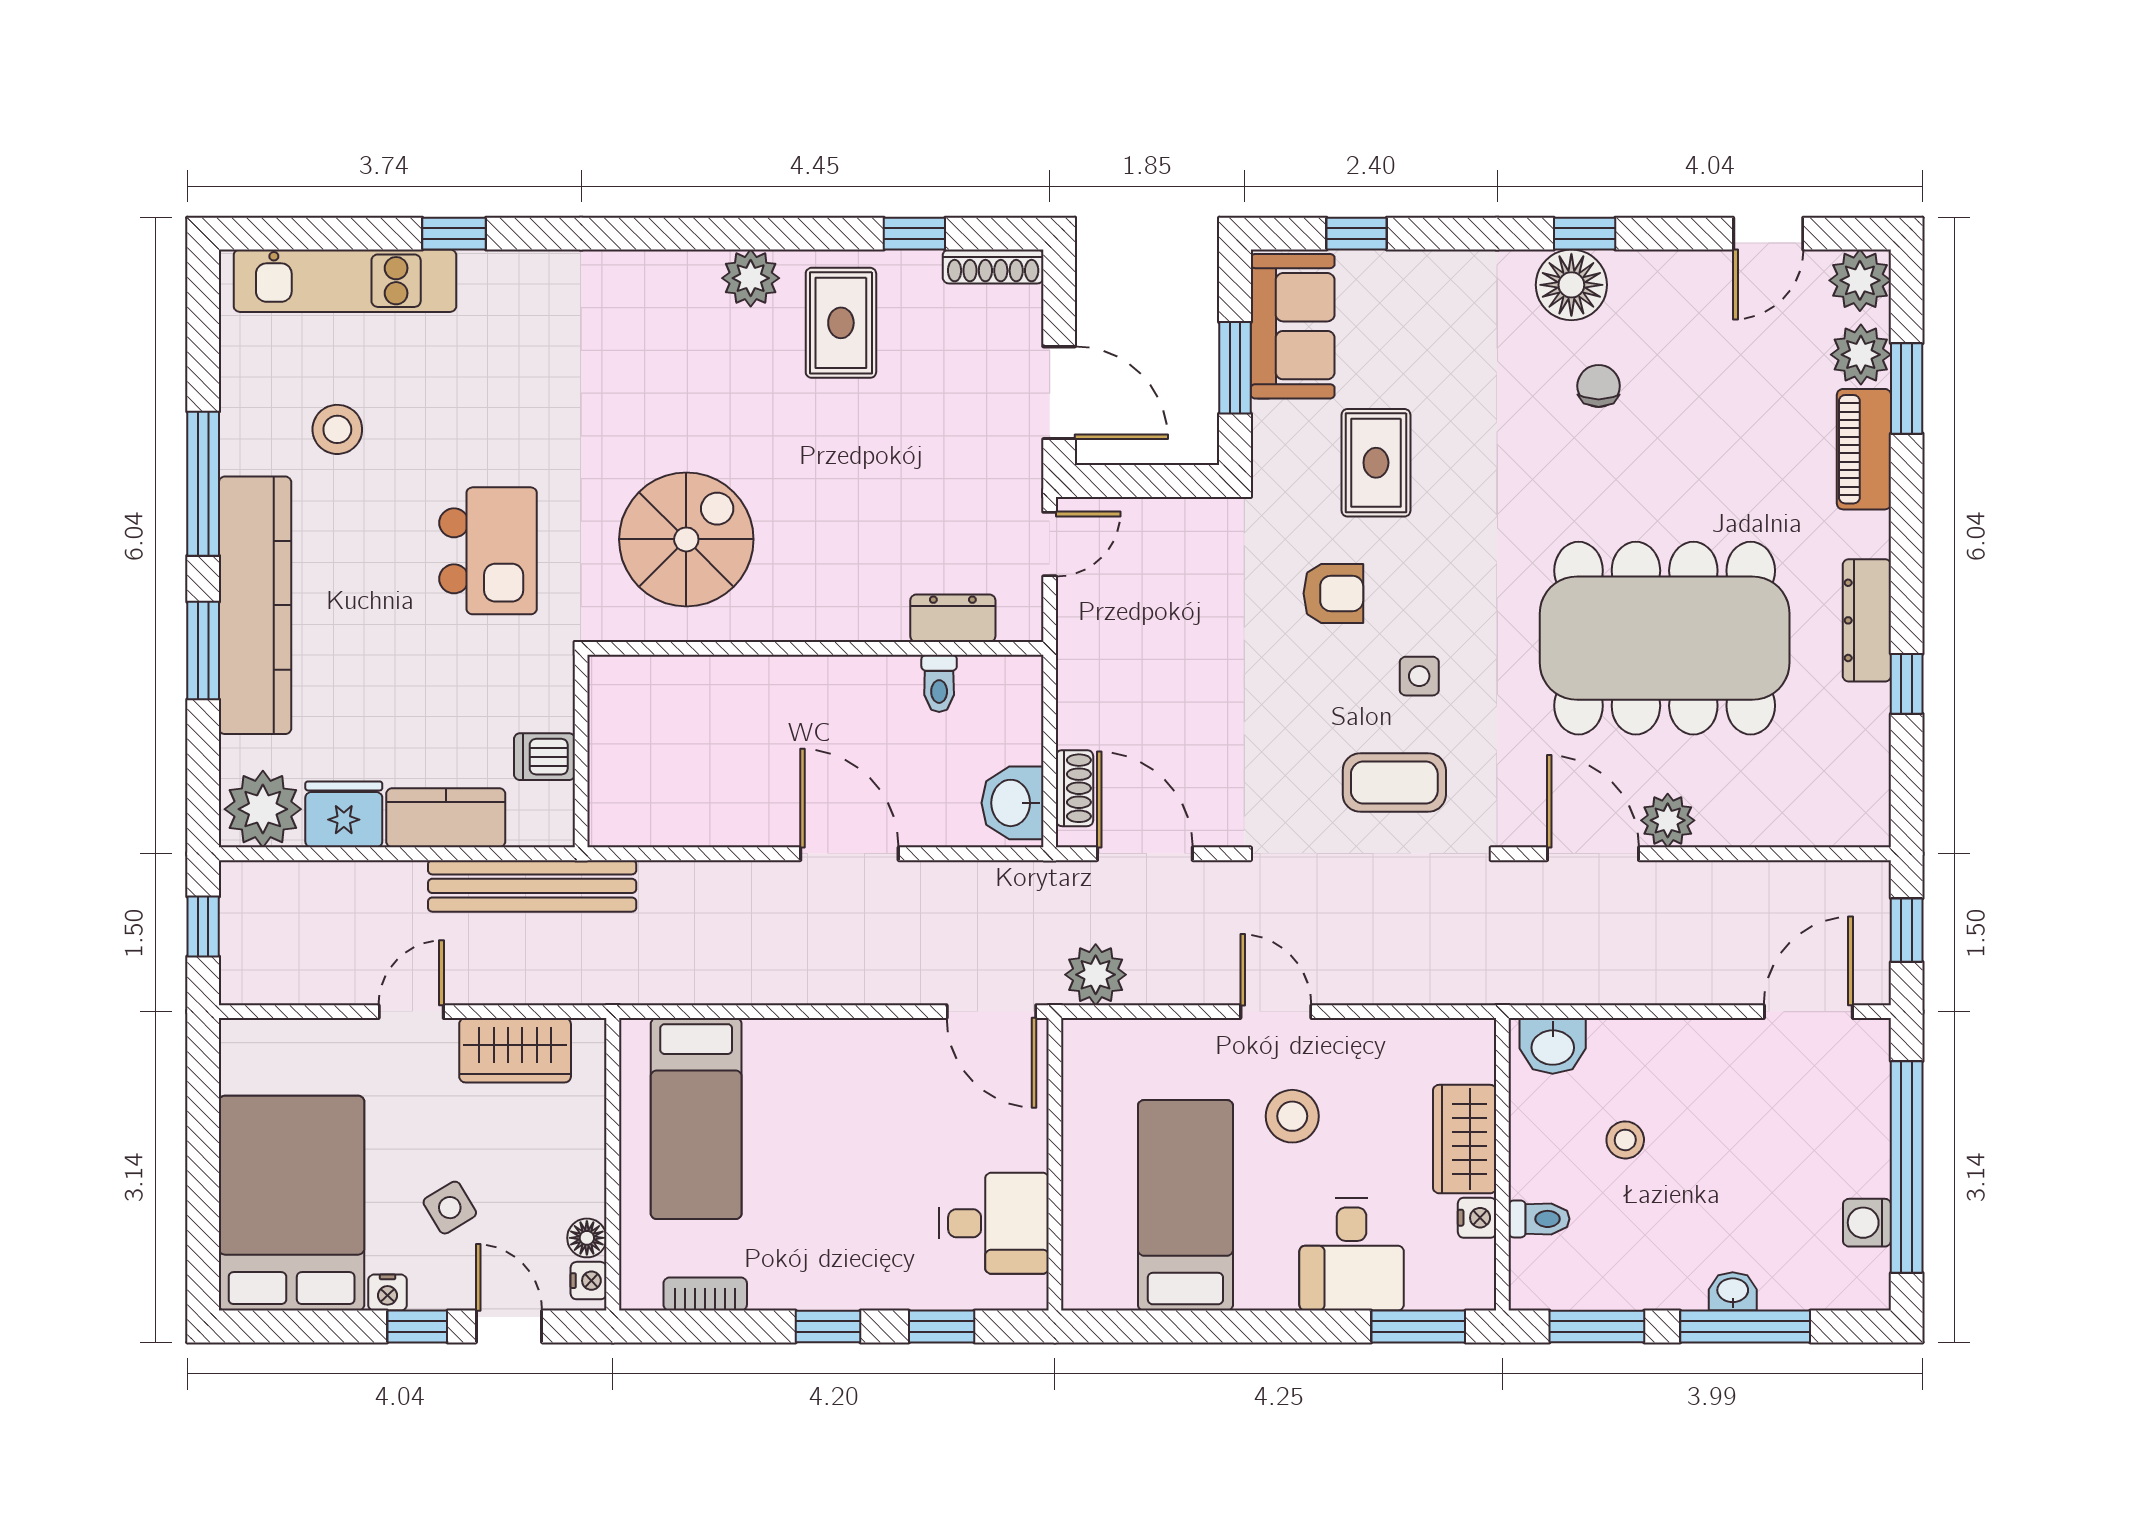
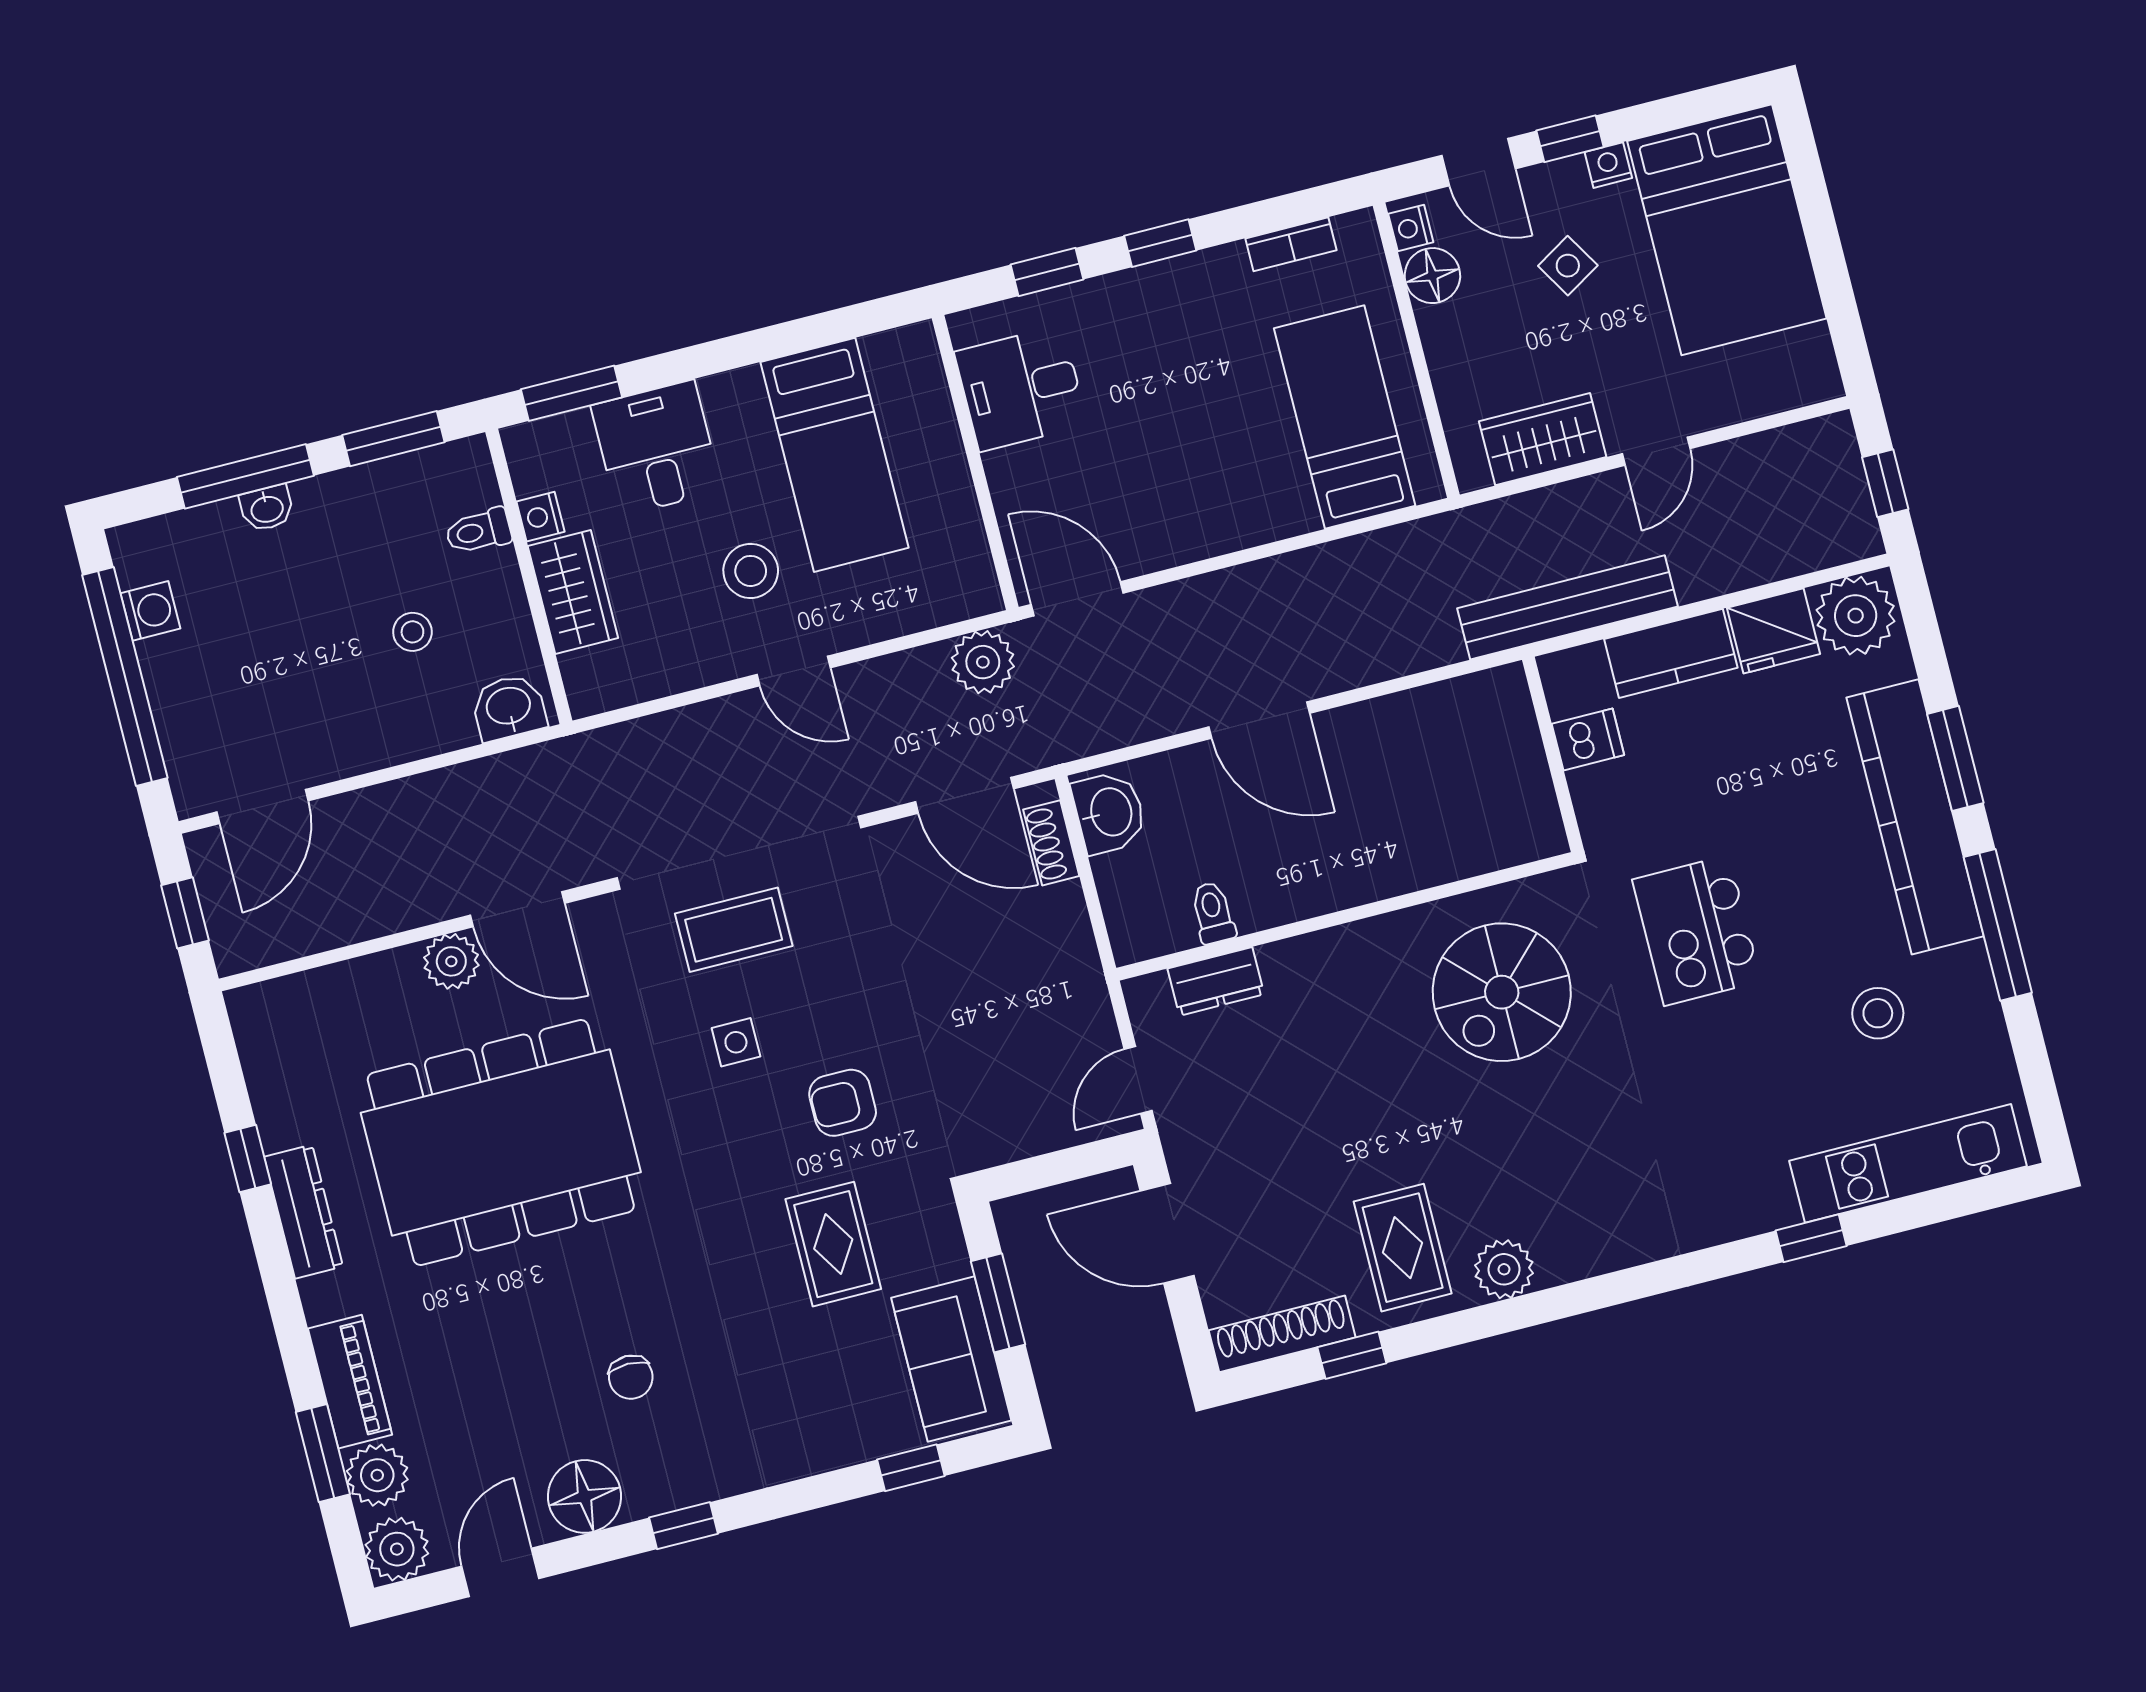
shoe rack: (993, 266) -> (1282, 1334), width x1.36, depth x1.24
floor lamp: (1571, 285) -> (585, 1496), moved
floor lamp: (587, 1238) -> (1432, 276), width x1.37, depth x1.37

